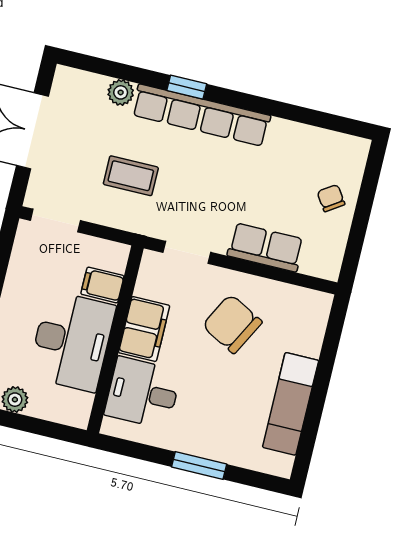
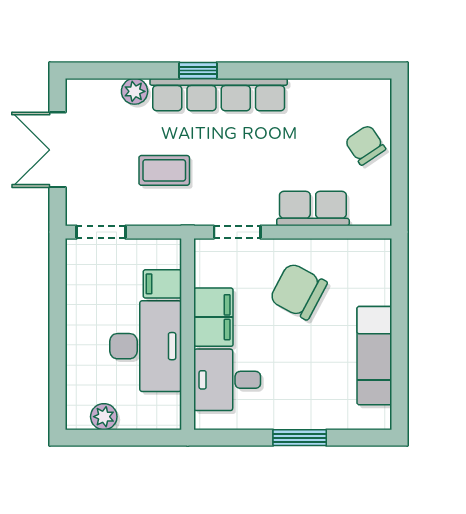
chair: (331, 198) -> (365, 145), width x1.37, depth x1.37

